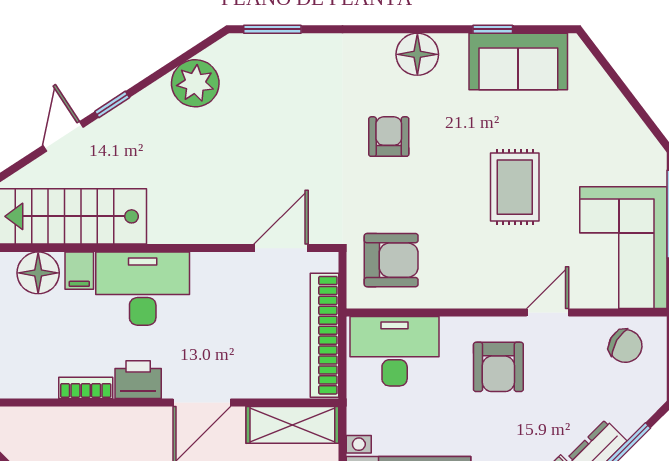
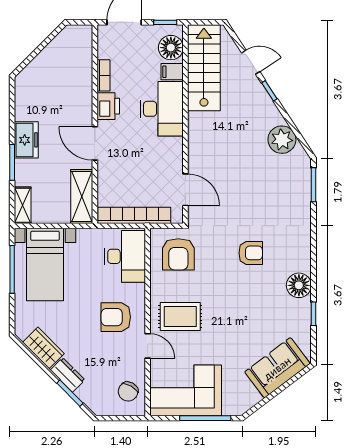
floor lamp: (417, 54) -> (299, 285), moved
sofa: (518, 62) -> (277, 368), moved, turned 53
rug: (515, 187) -> (180, 317), moved

